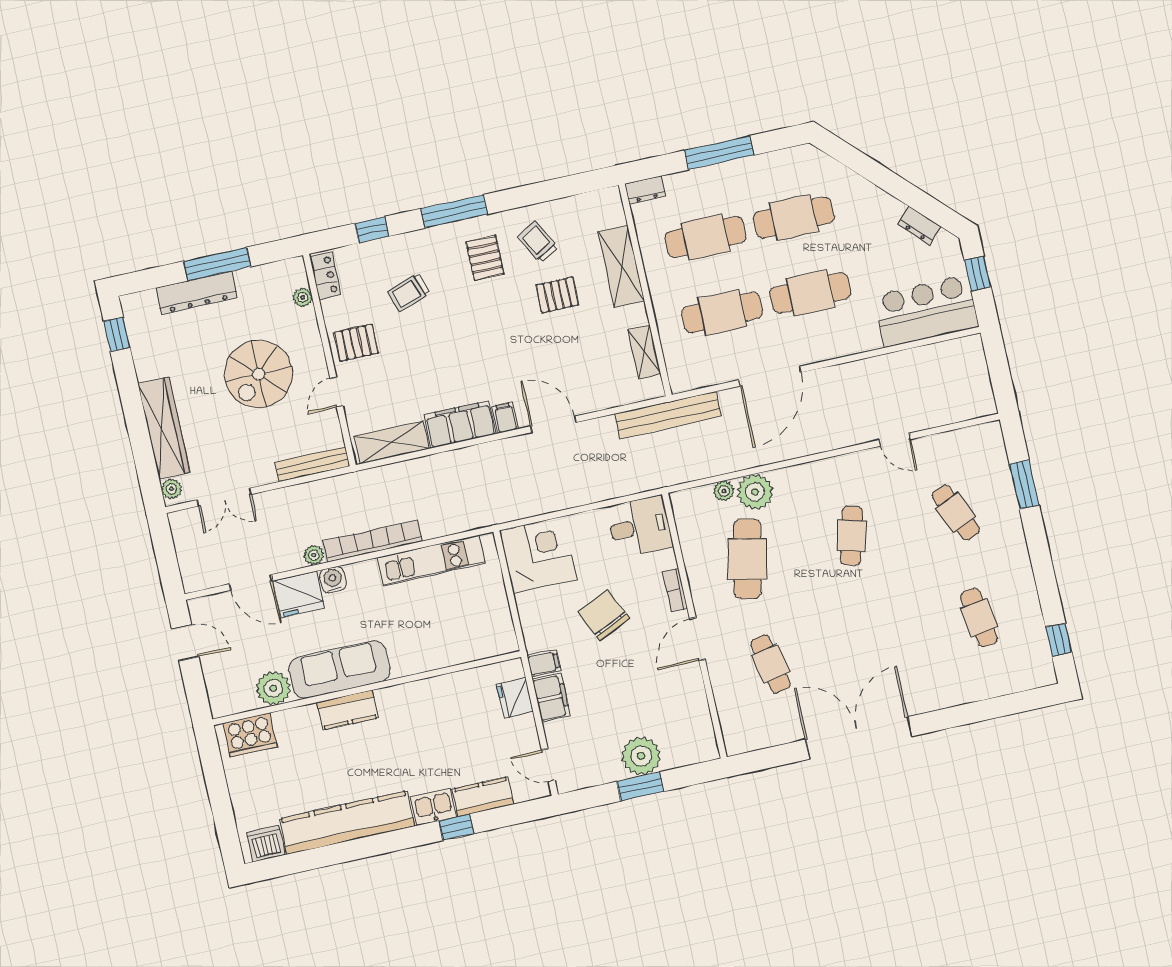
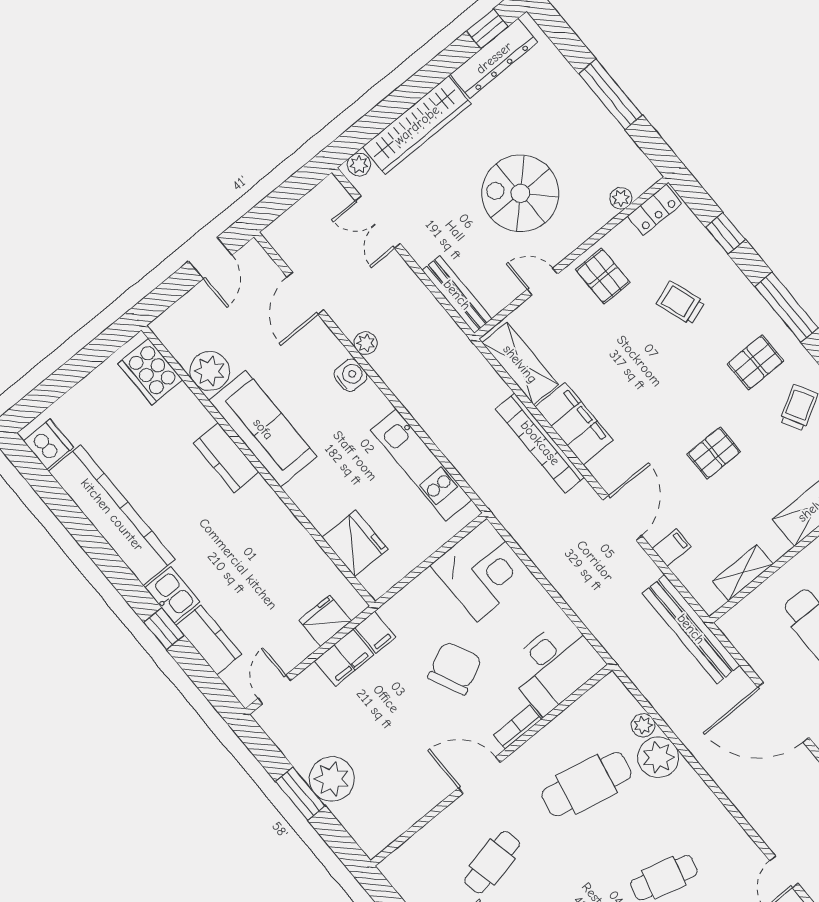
dresser: (196, 293) -> (494, 58), moved, turned -90
pallet: (557, 295) -> (714, 453), moved, turned 90
filing cabinet: (505, 418) -> (672, 548), moved
desk: (640, 527) -> (555, 666), width x1.37
bookcase: (373, 541) -> (540, 443), moved, turned 180
fridge: (299, 594) -> (355, 543), moved, turned 180

